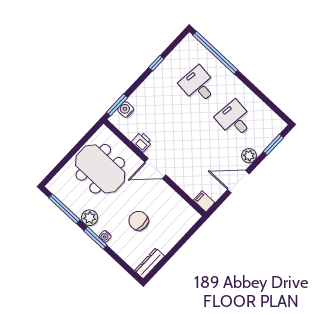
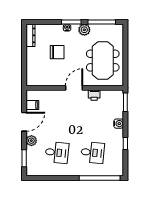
water cooler: (126, 110) -> (119, 124), moved
meeting table: (100, 169) -> (103, 61), turned 90
filing cabinet: (204, 201) -> (32, 105), moved

